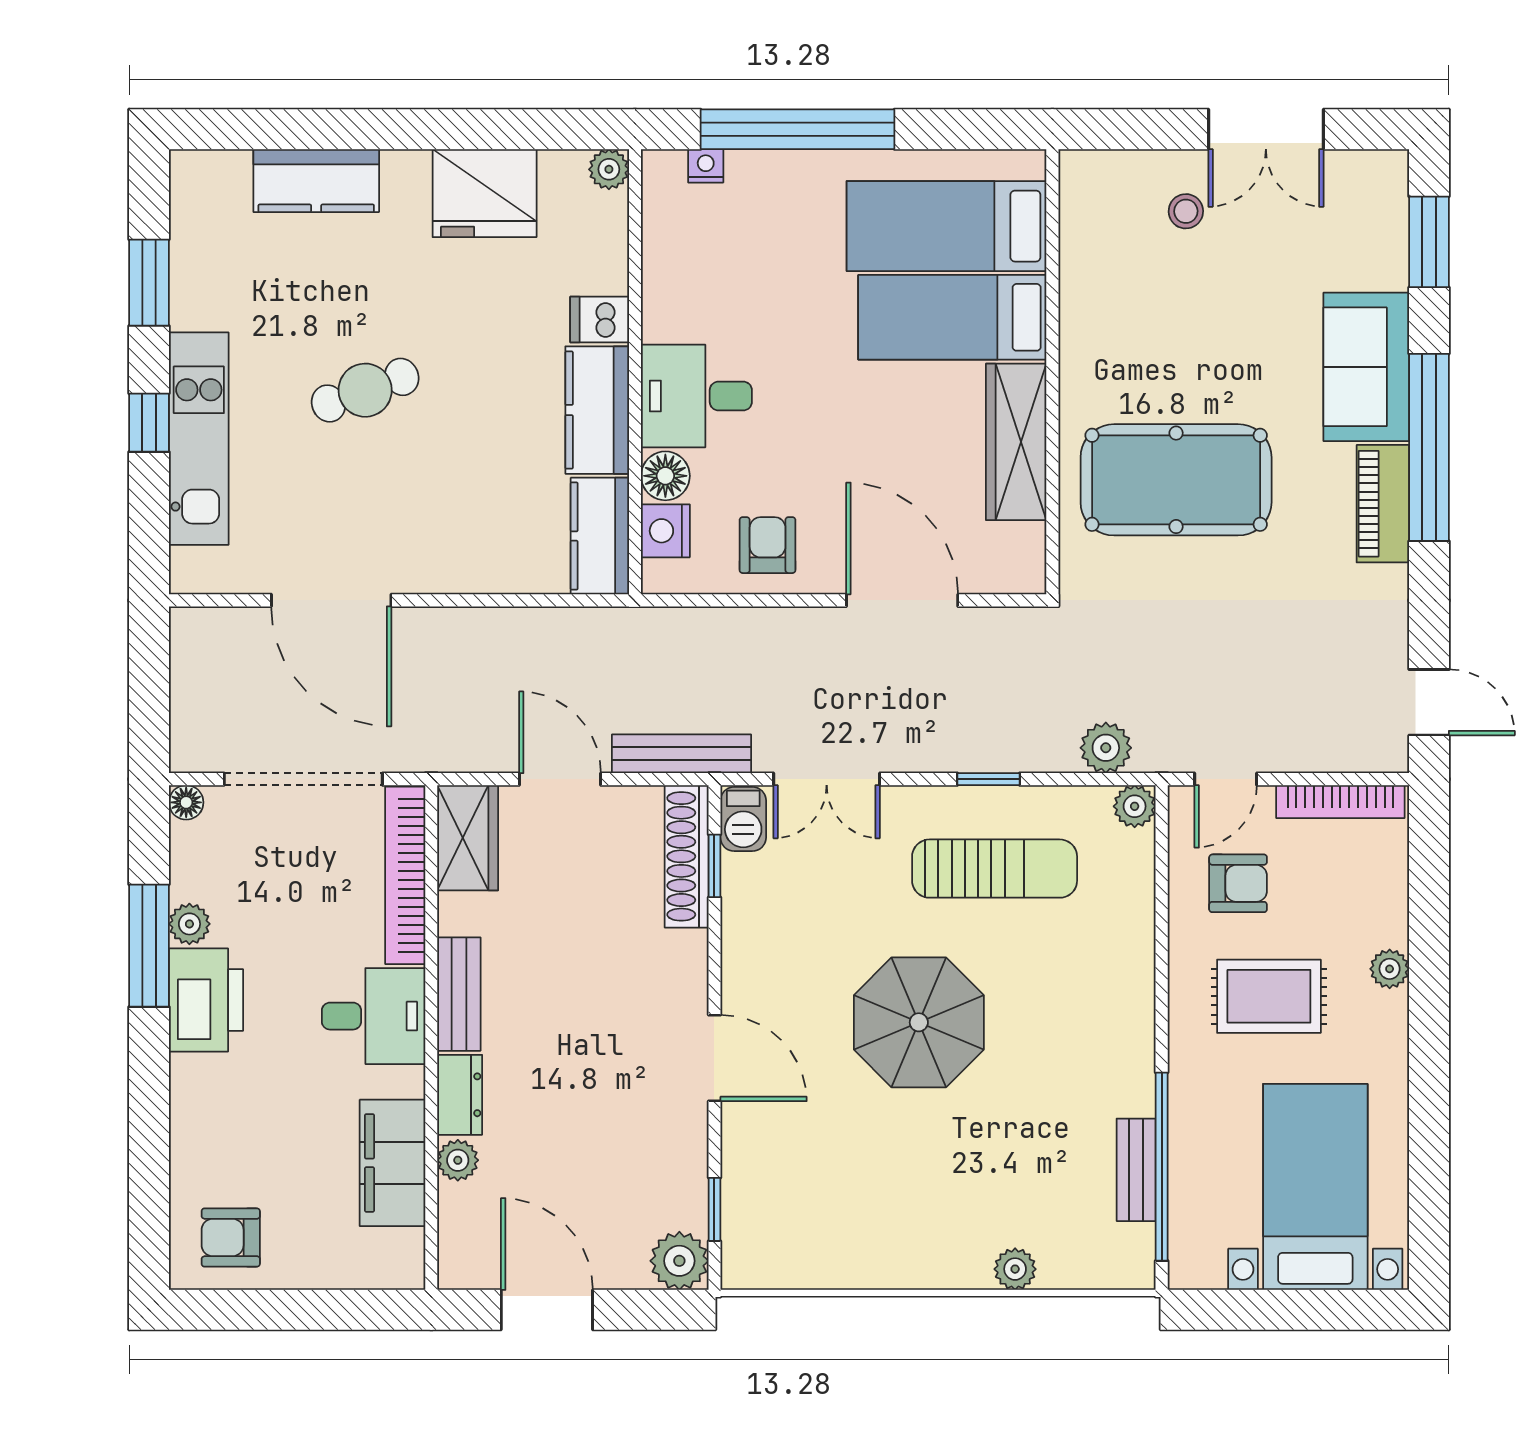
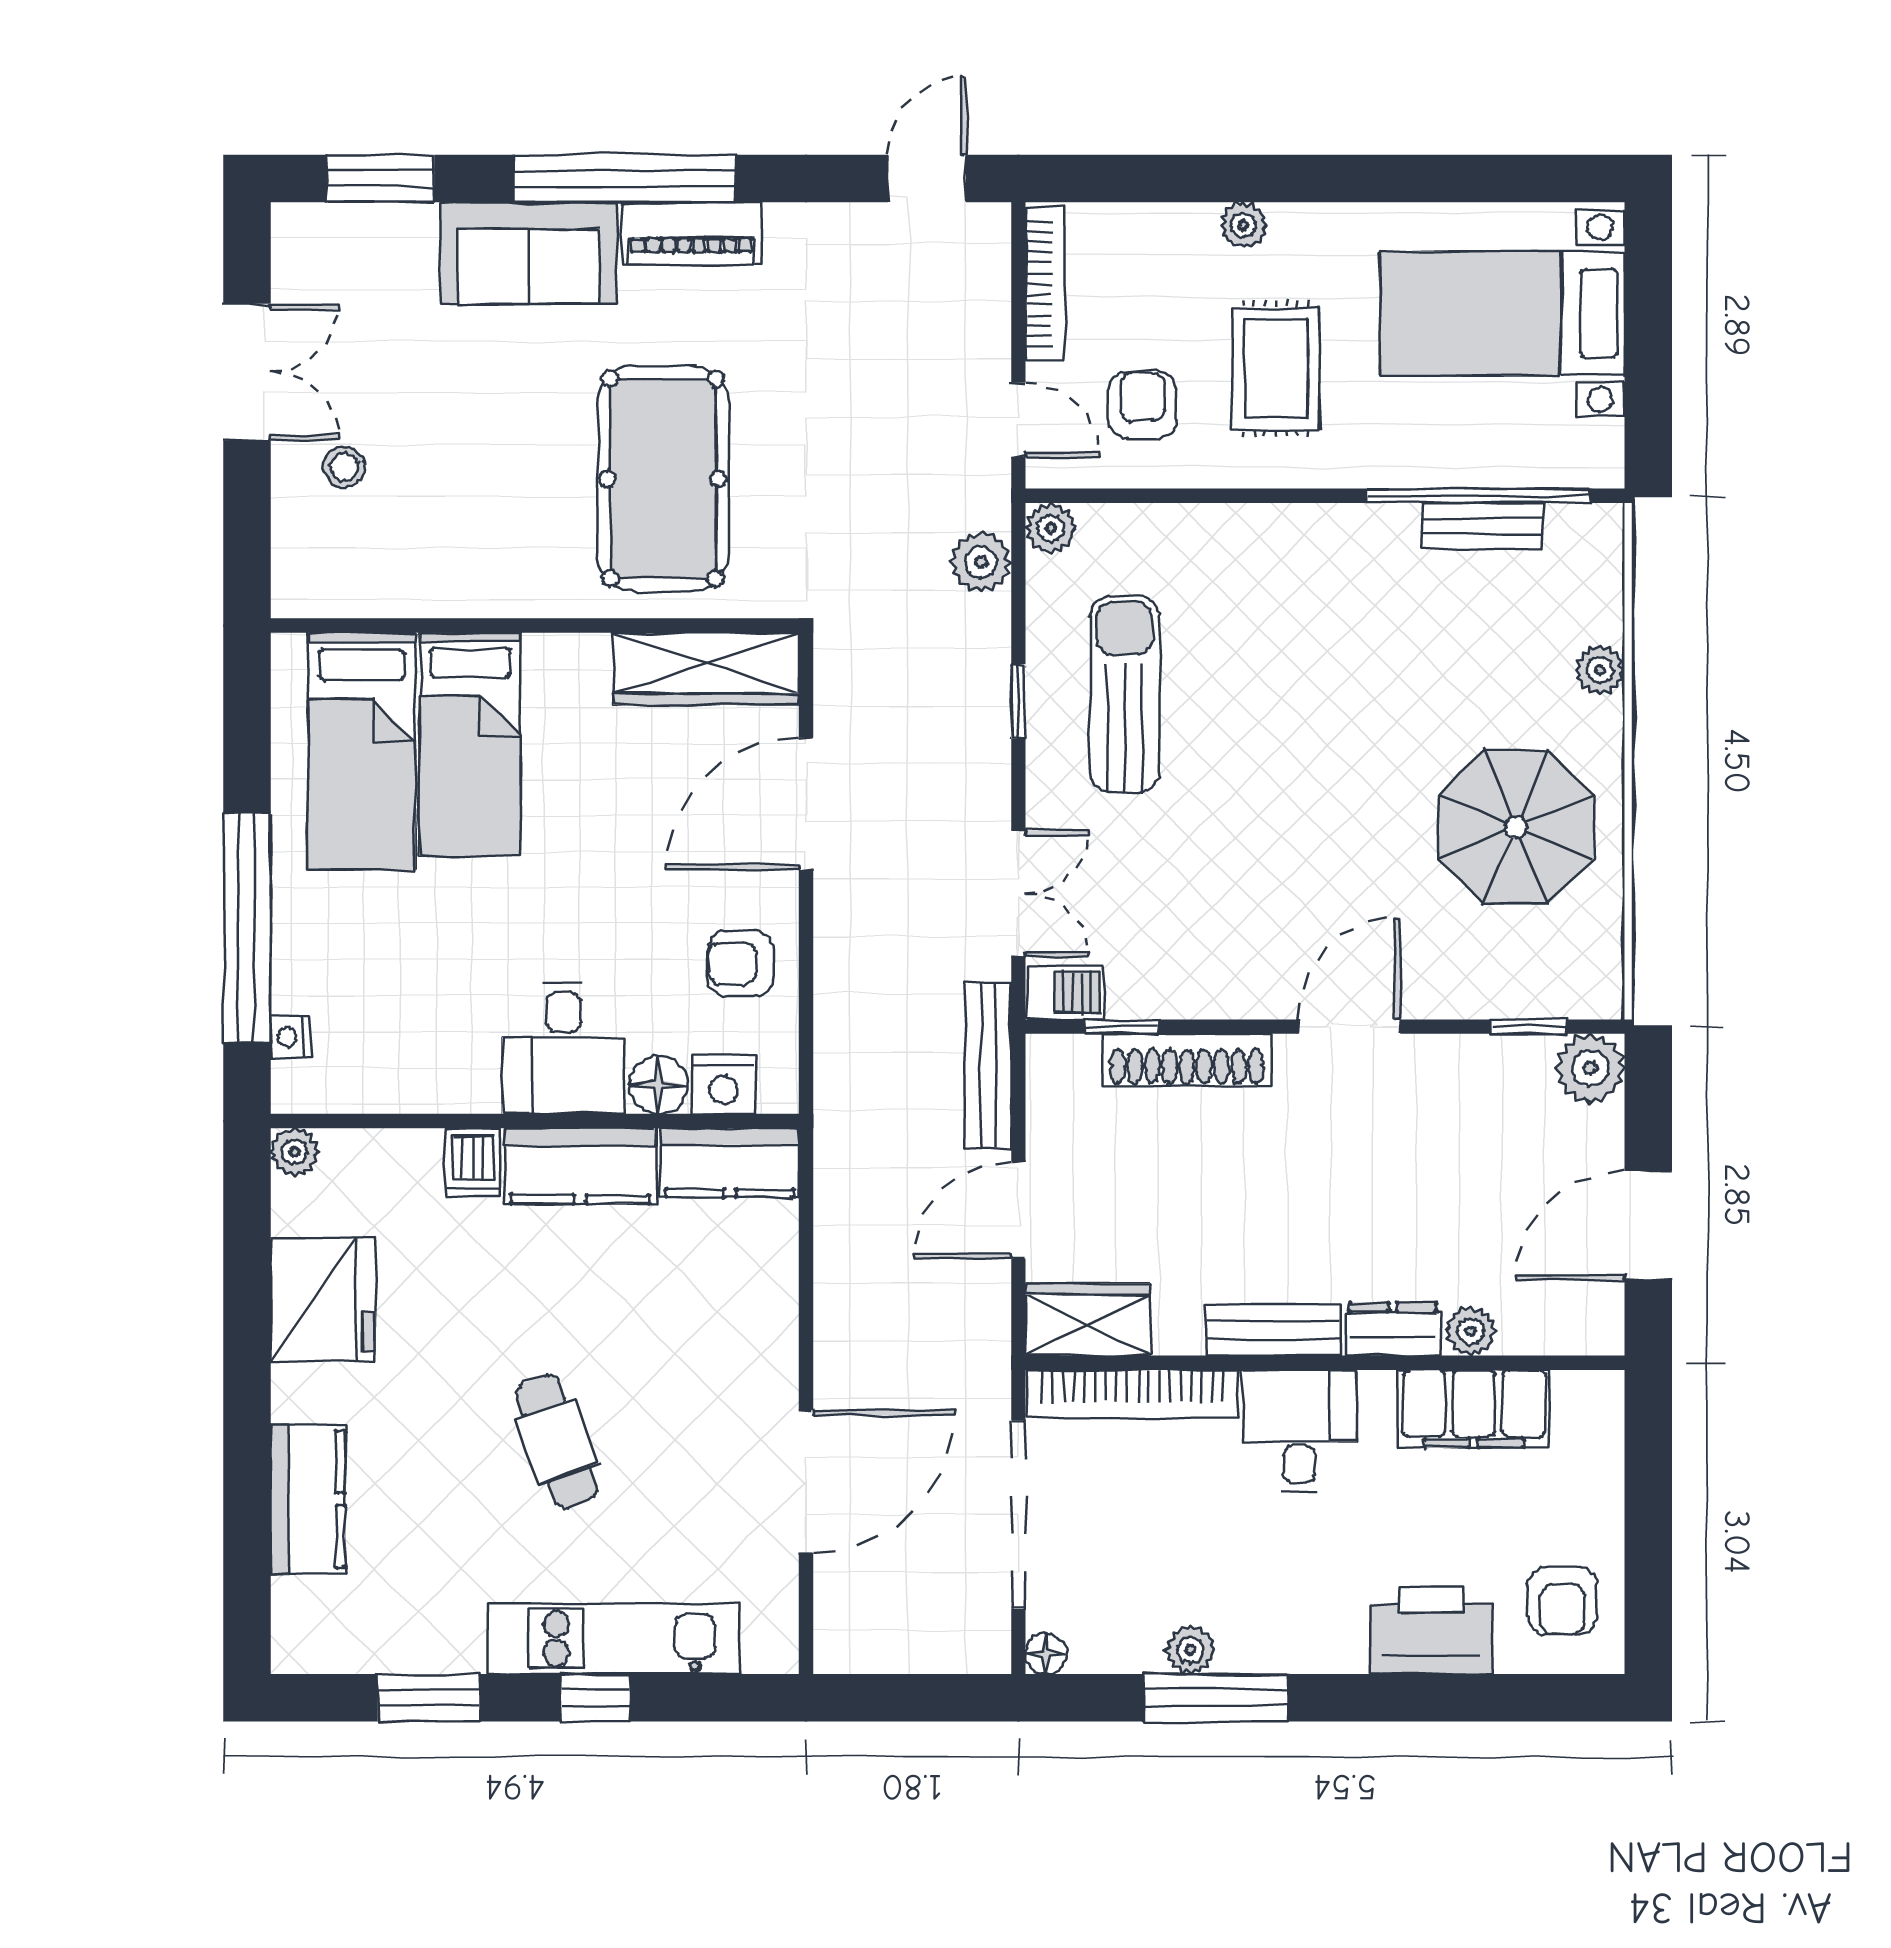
wardrobe: (1016, 442) -> (706, 669), moved
shoe rack: (687, 856) -> (1187, 1060), moved
printer: (206, 1000) -> (1431, 1630), moved
parasol: (919, 1022) -> (1516, 827), moved

